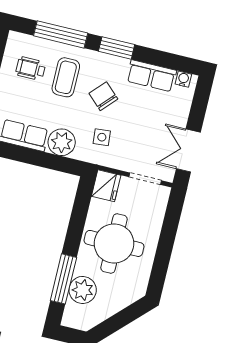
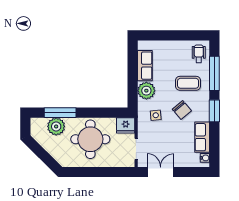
wheelchair: (31, 69) -> (199, 54), moved
chair: (103, 96) -> (182, 110), turned 97

